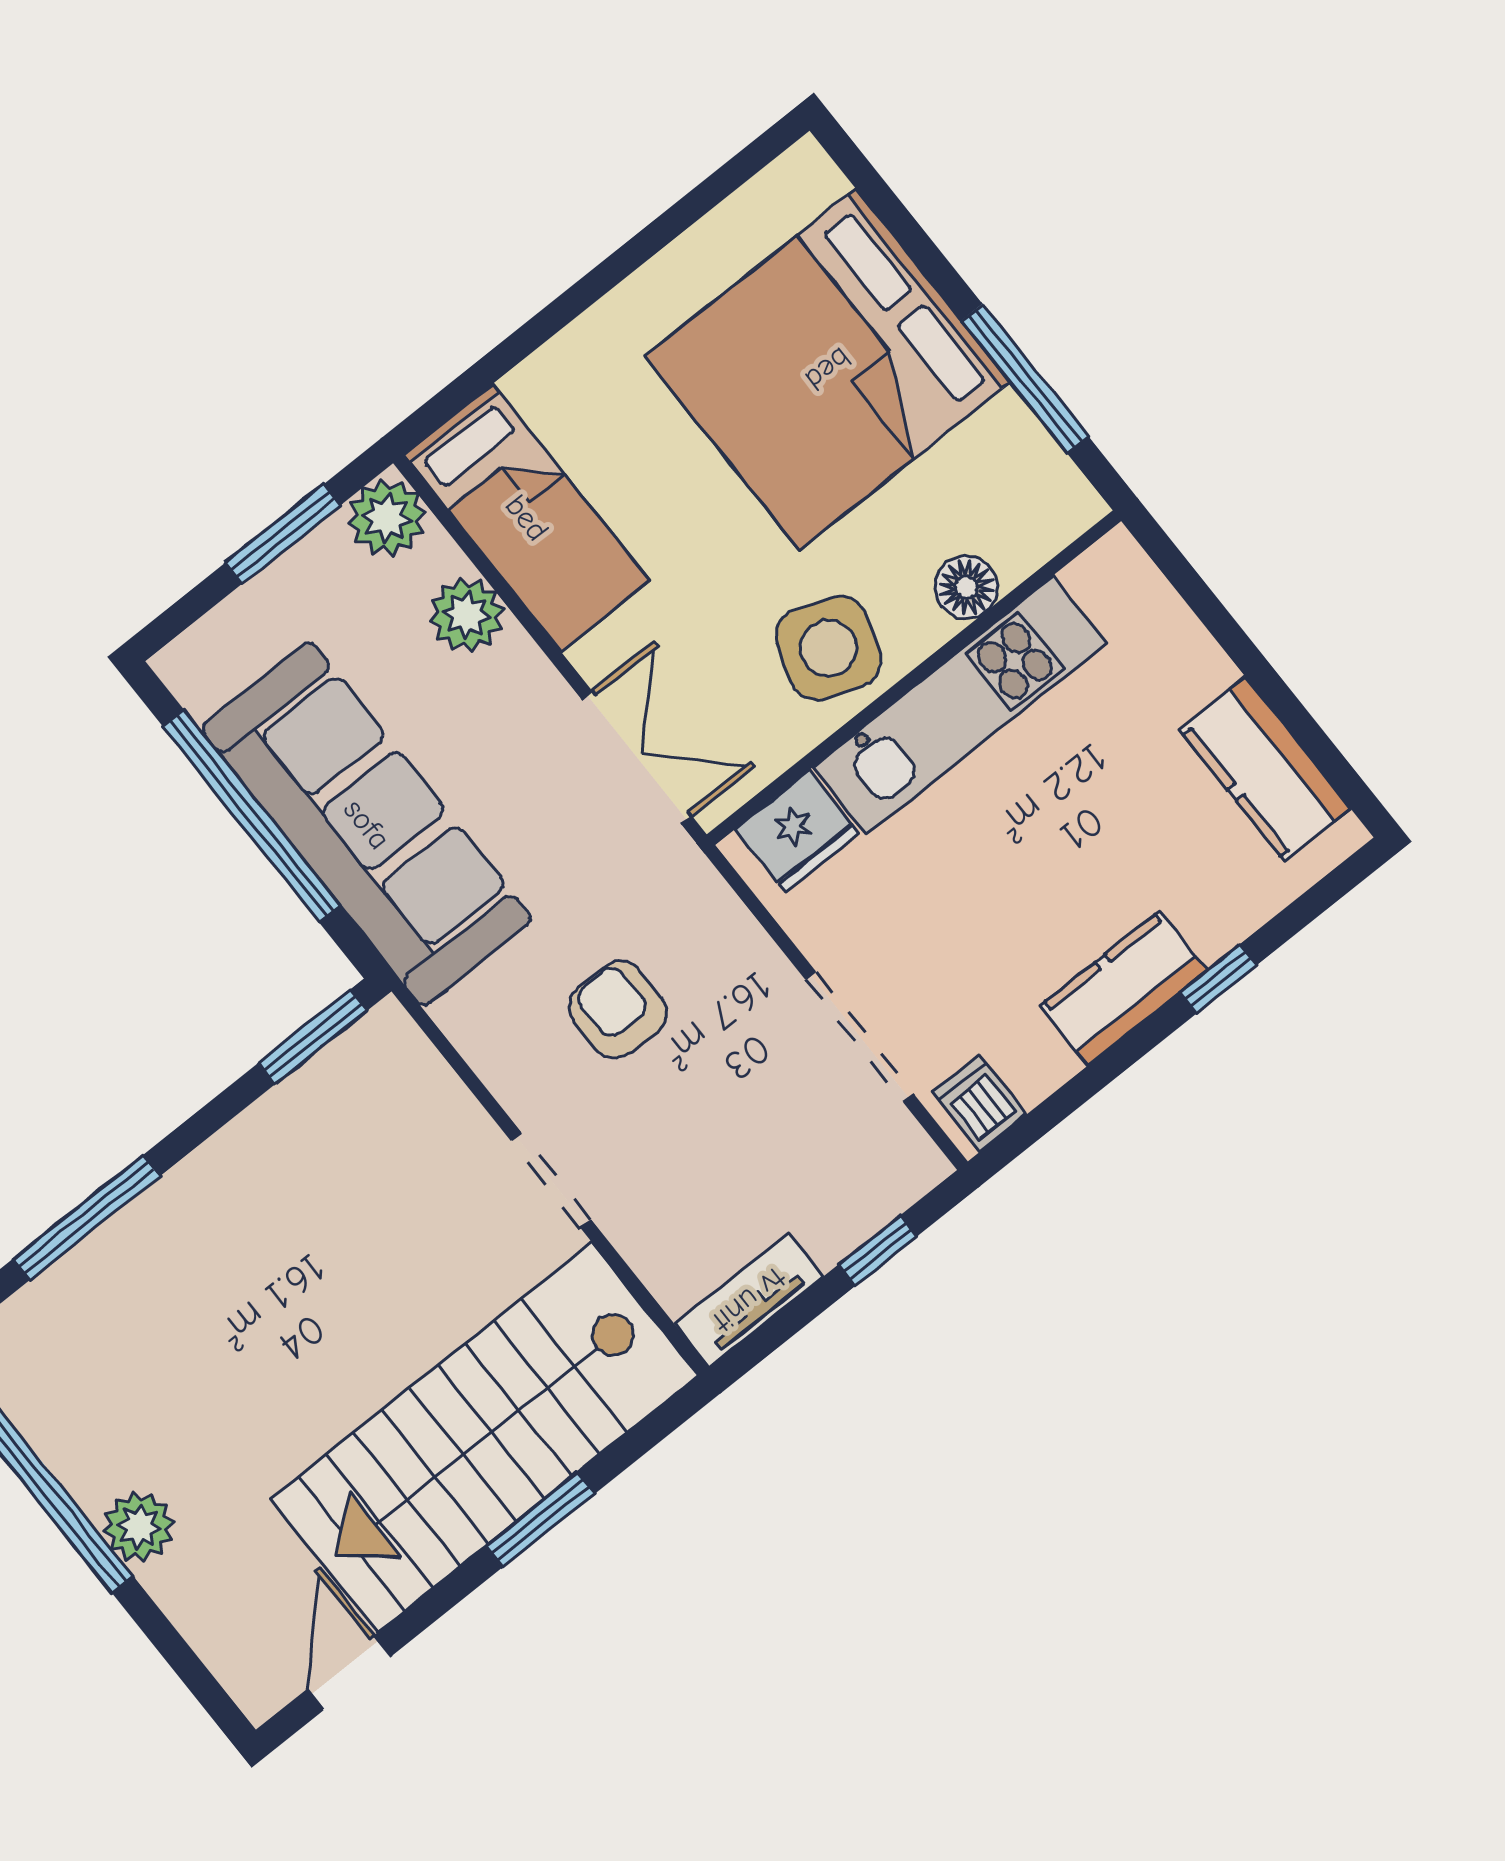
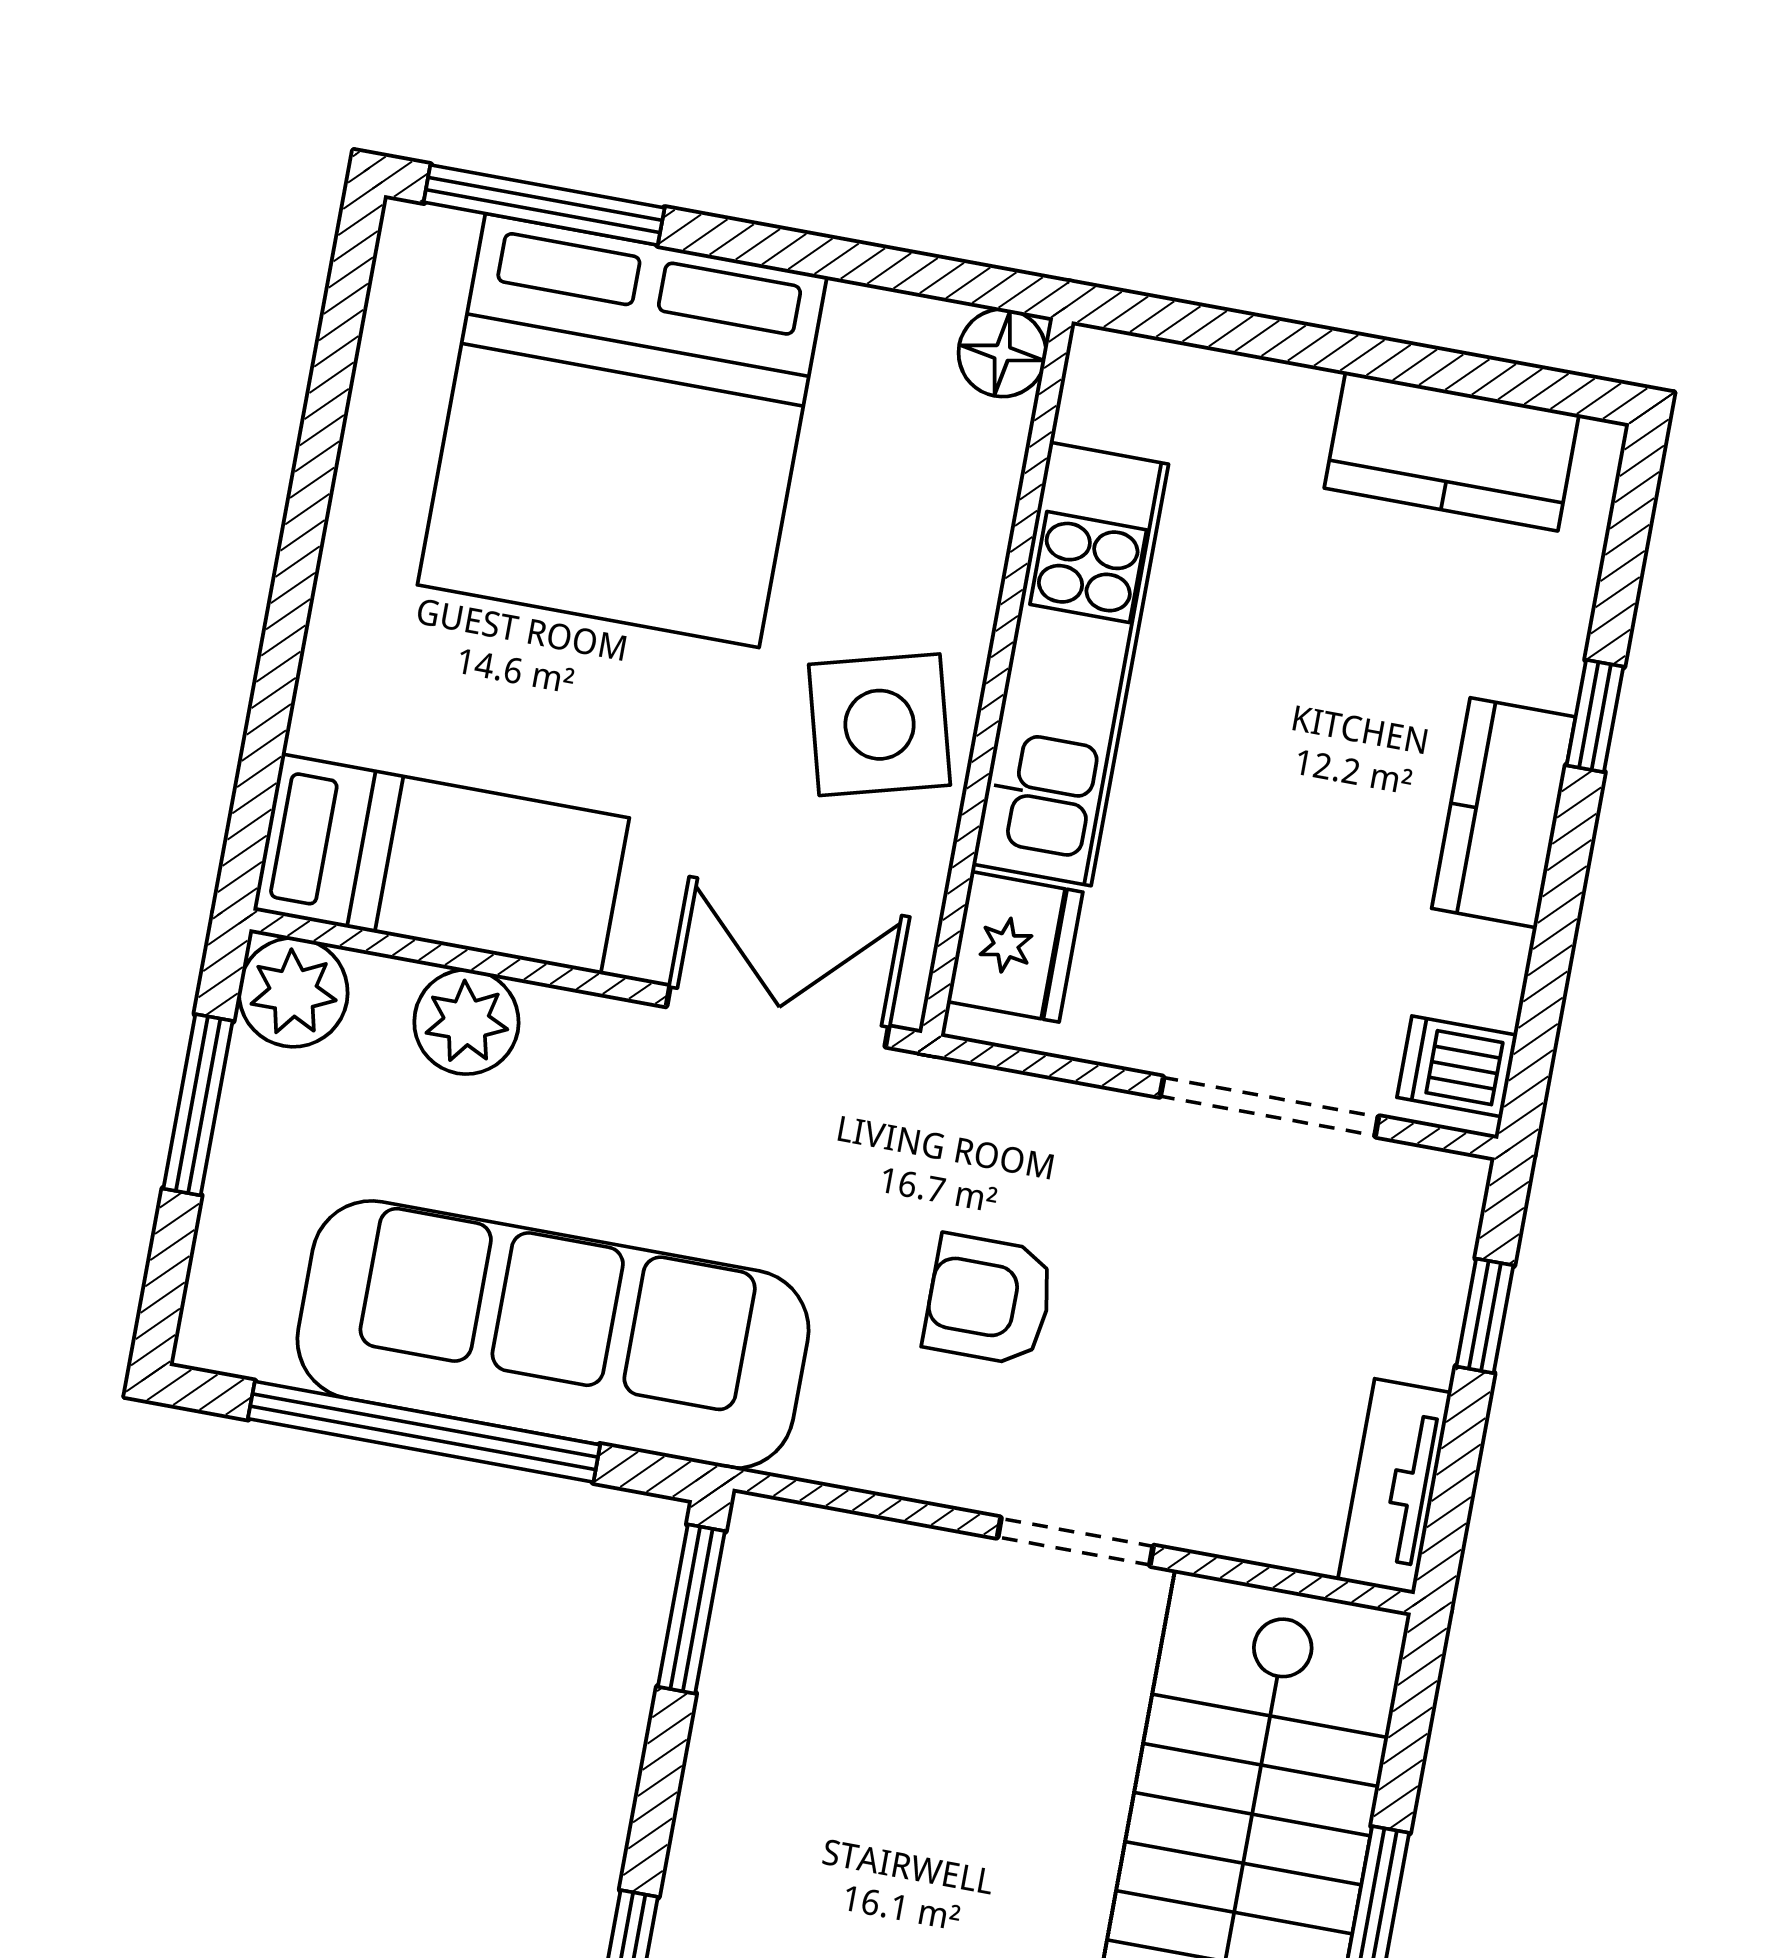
window: (1025, 379) -> (544, 205), moved
floor lamp: (966, 587) -> (1002, 353), moved
side table: (828, 648) -> (880, 725), turned -34

